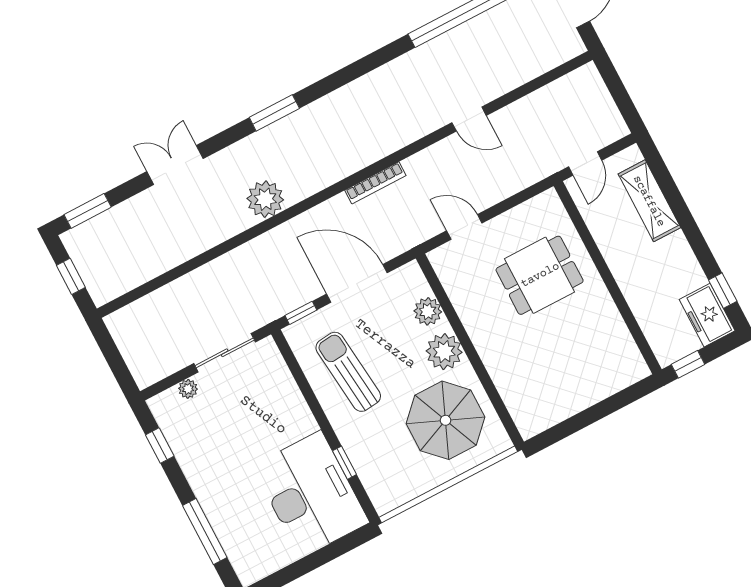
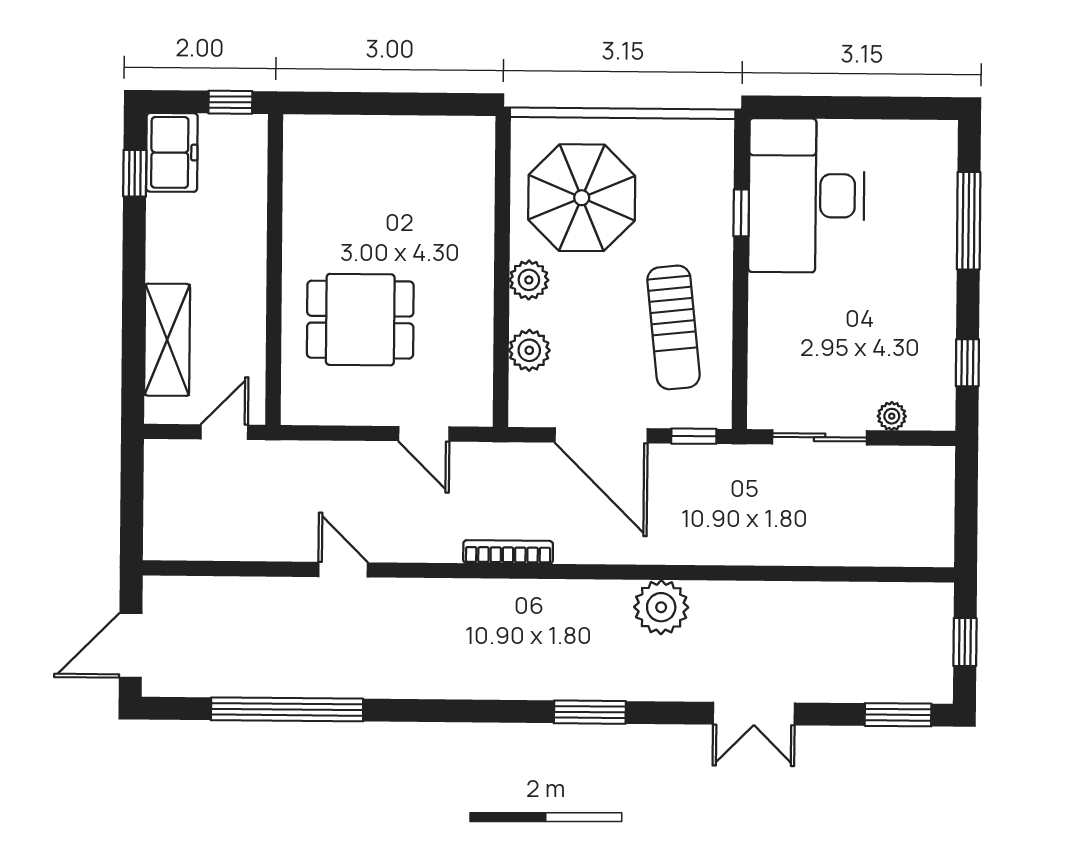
plant: (444, 352) -> (529, 280), width x0.73, depth x0.73

